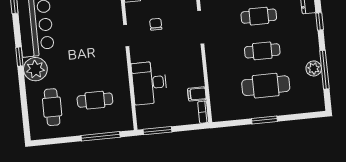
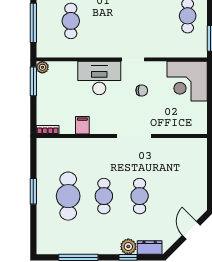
plant: (314, 68) -> (128, 247), moved
desk: (149, 83) -> (99, 78), moved
filing cabinet: (197, 94) -> (82, 125), moved
plant: (143, 123) -> (42, 67), added

